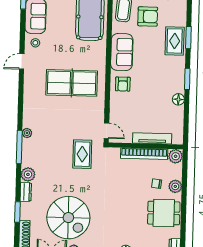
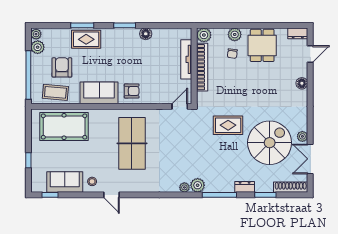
window: (19, 147) -> (219, 195), moved
rug: (82, 154) -> (228, 125), moved
plant: (28, 174) -> (198, 185), moved

